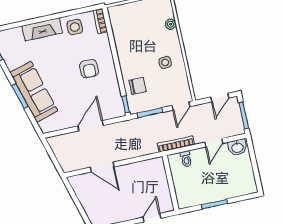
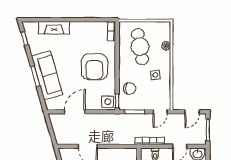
side table: (75, 27) -> (108, 102), moved
fireplace: (42, 29) -> (54, 28), moved
cafe table: (139, 32) -> (140, 47), added
armchair: (89, 69) -> (94, 67), width x1.88, depth x1.88
door: (91, 126) -> (75, 112), moved

